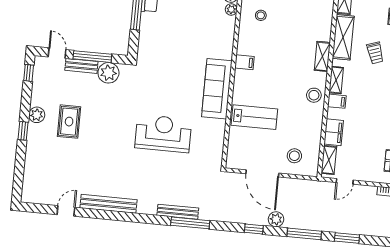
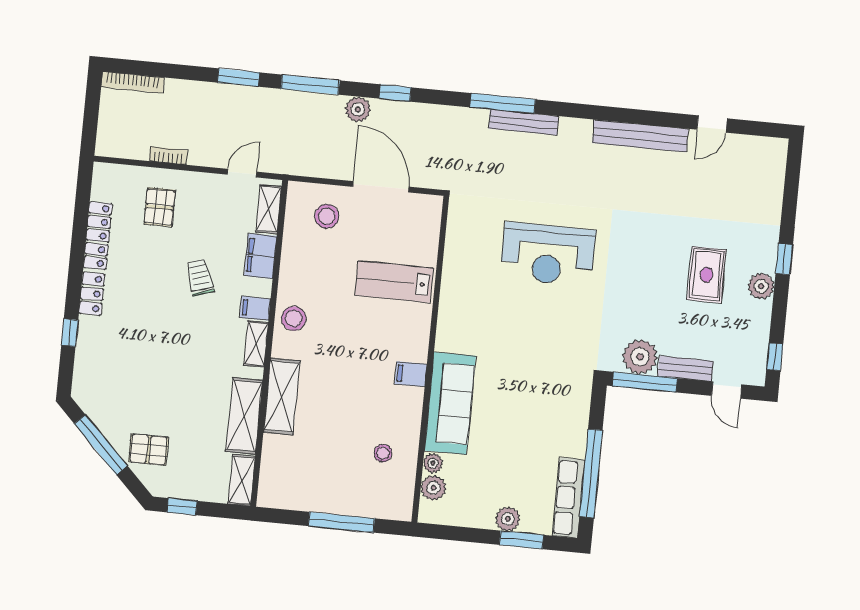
trolley: (375, 53) -> (200, 278), moved
shelving: (322, 56) -> (282, 397), width x1.50, depth x1.33
window: (92, 57) -> (645, 382), moved
sofa: (217, 89) -> (450, 403), moved

